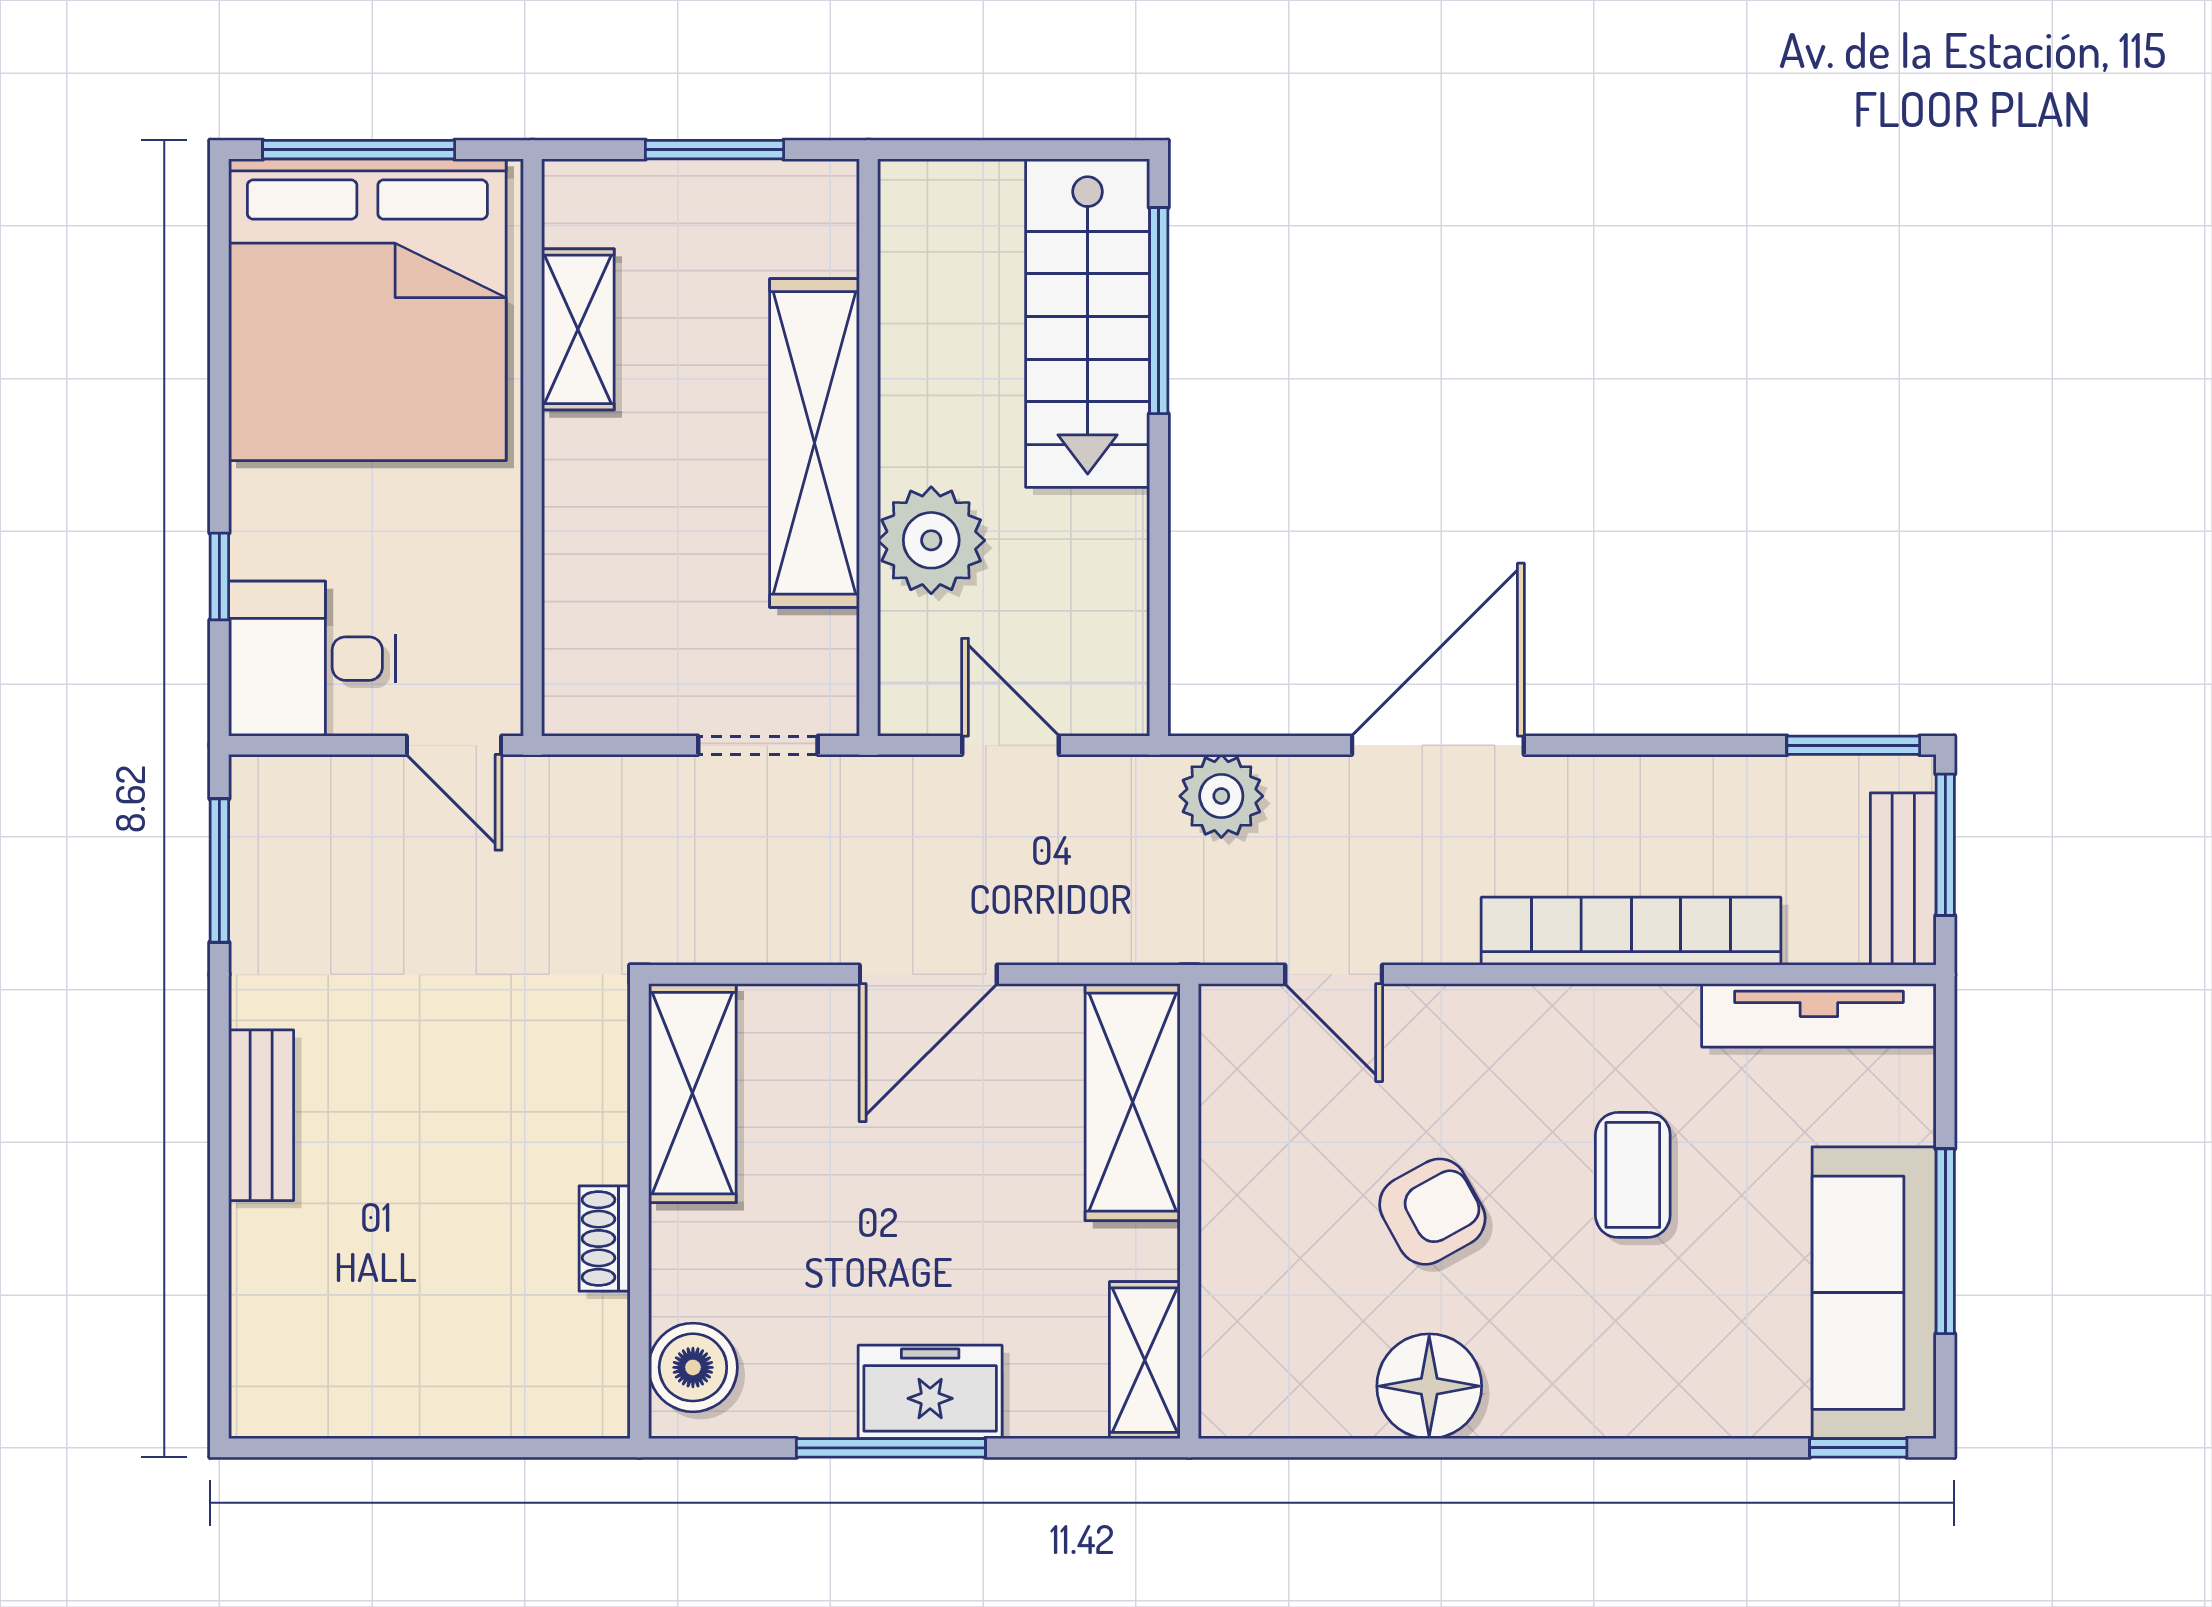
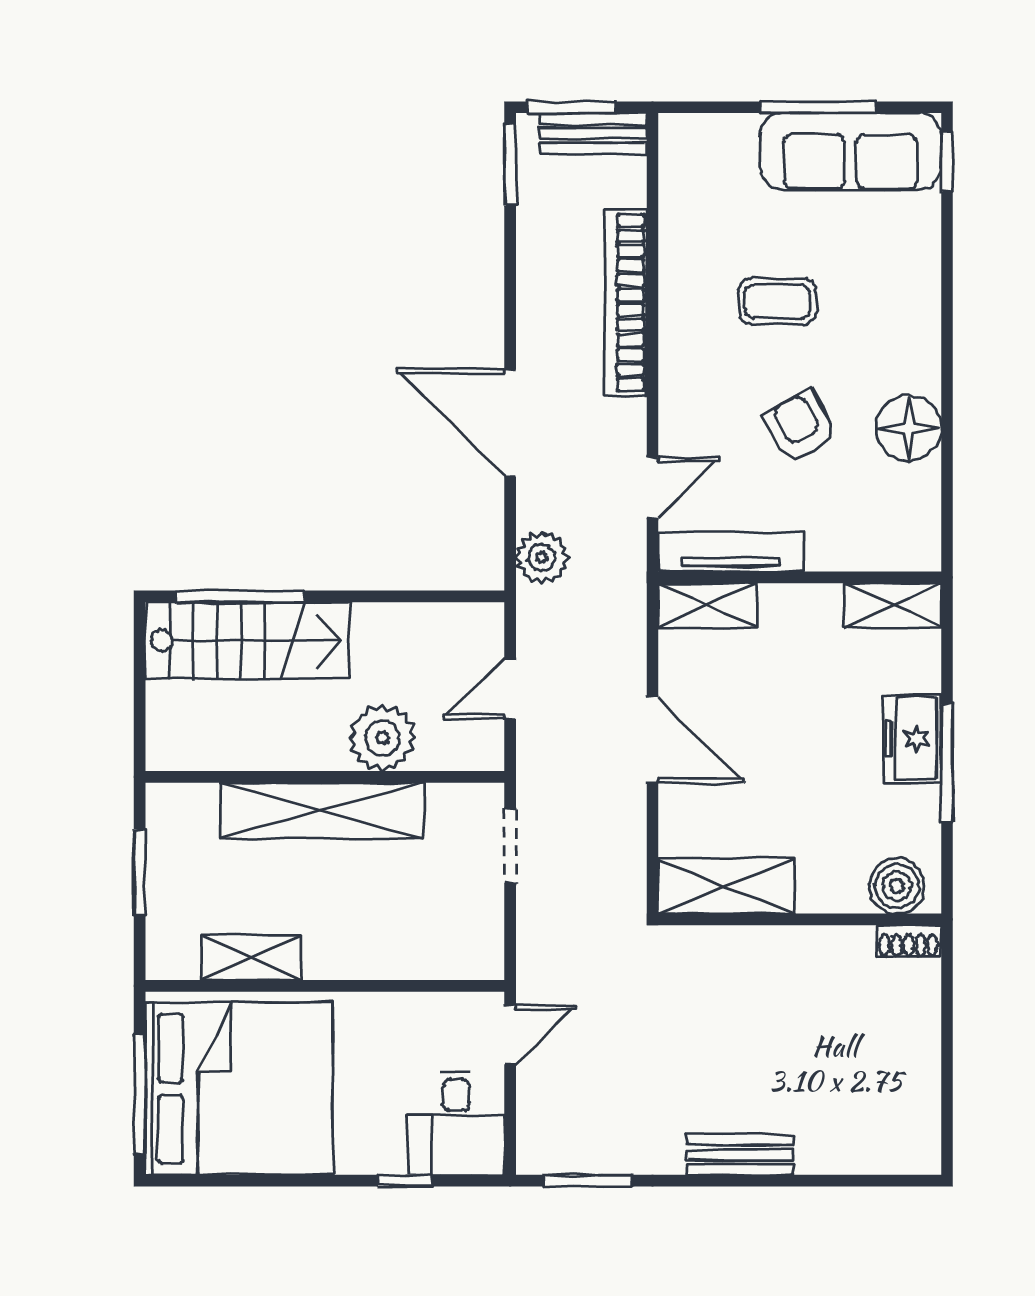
tv unit: (1819, 1015) -> (731, 552), moved, turned -90
shelving: (1133, 1102) -> (707, 605), width x0.67, depth x0.75
shoe rack: (605, 1239) -> (909, 941), moved

